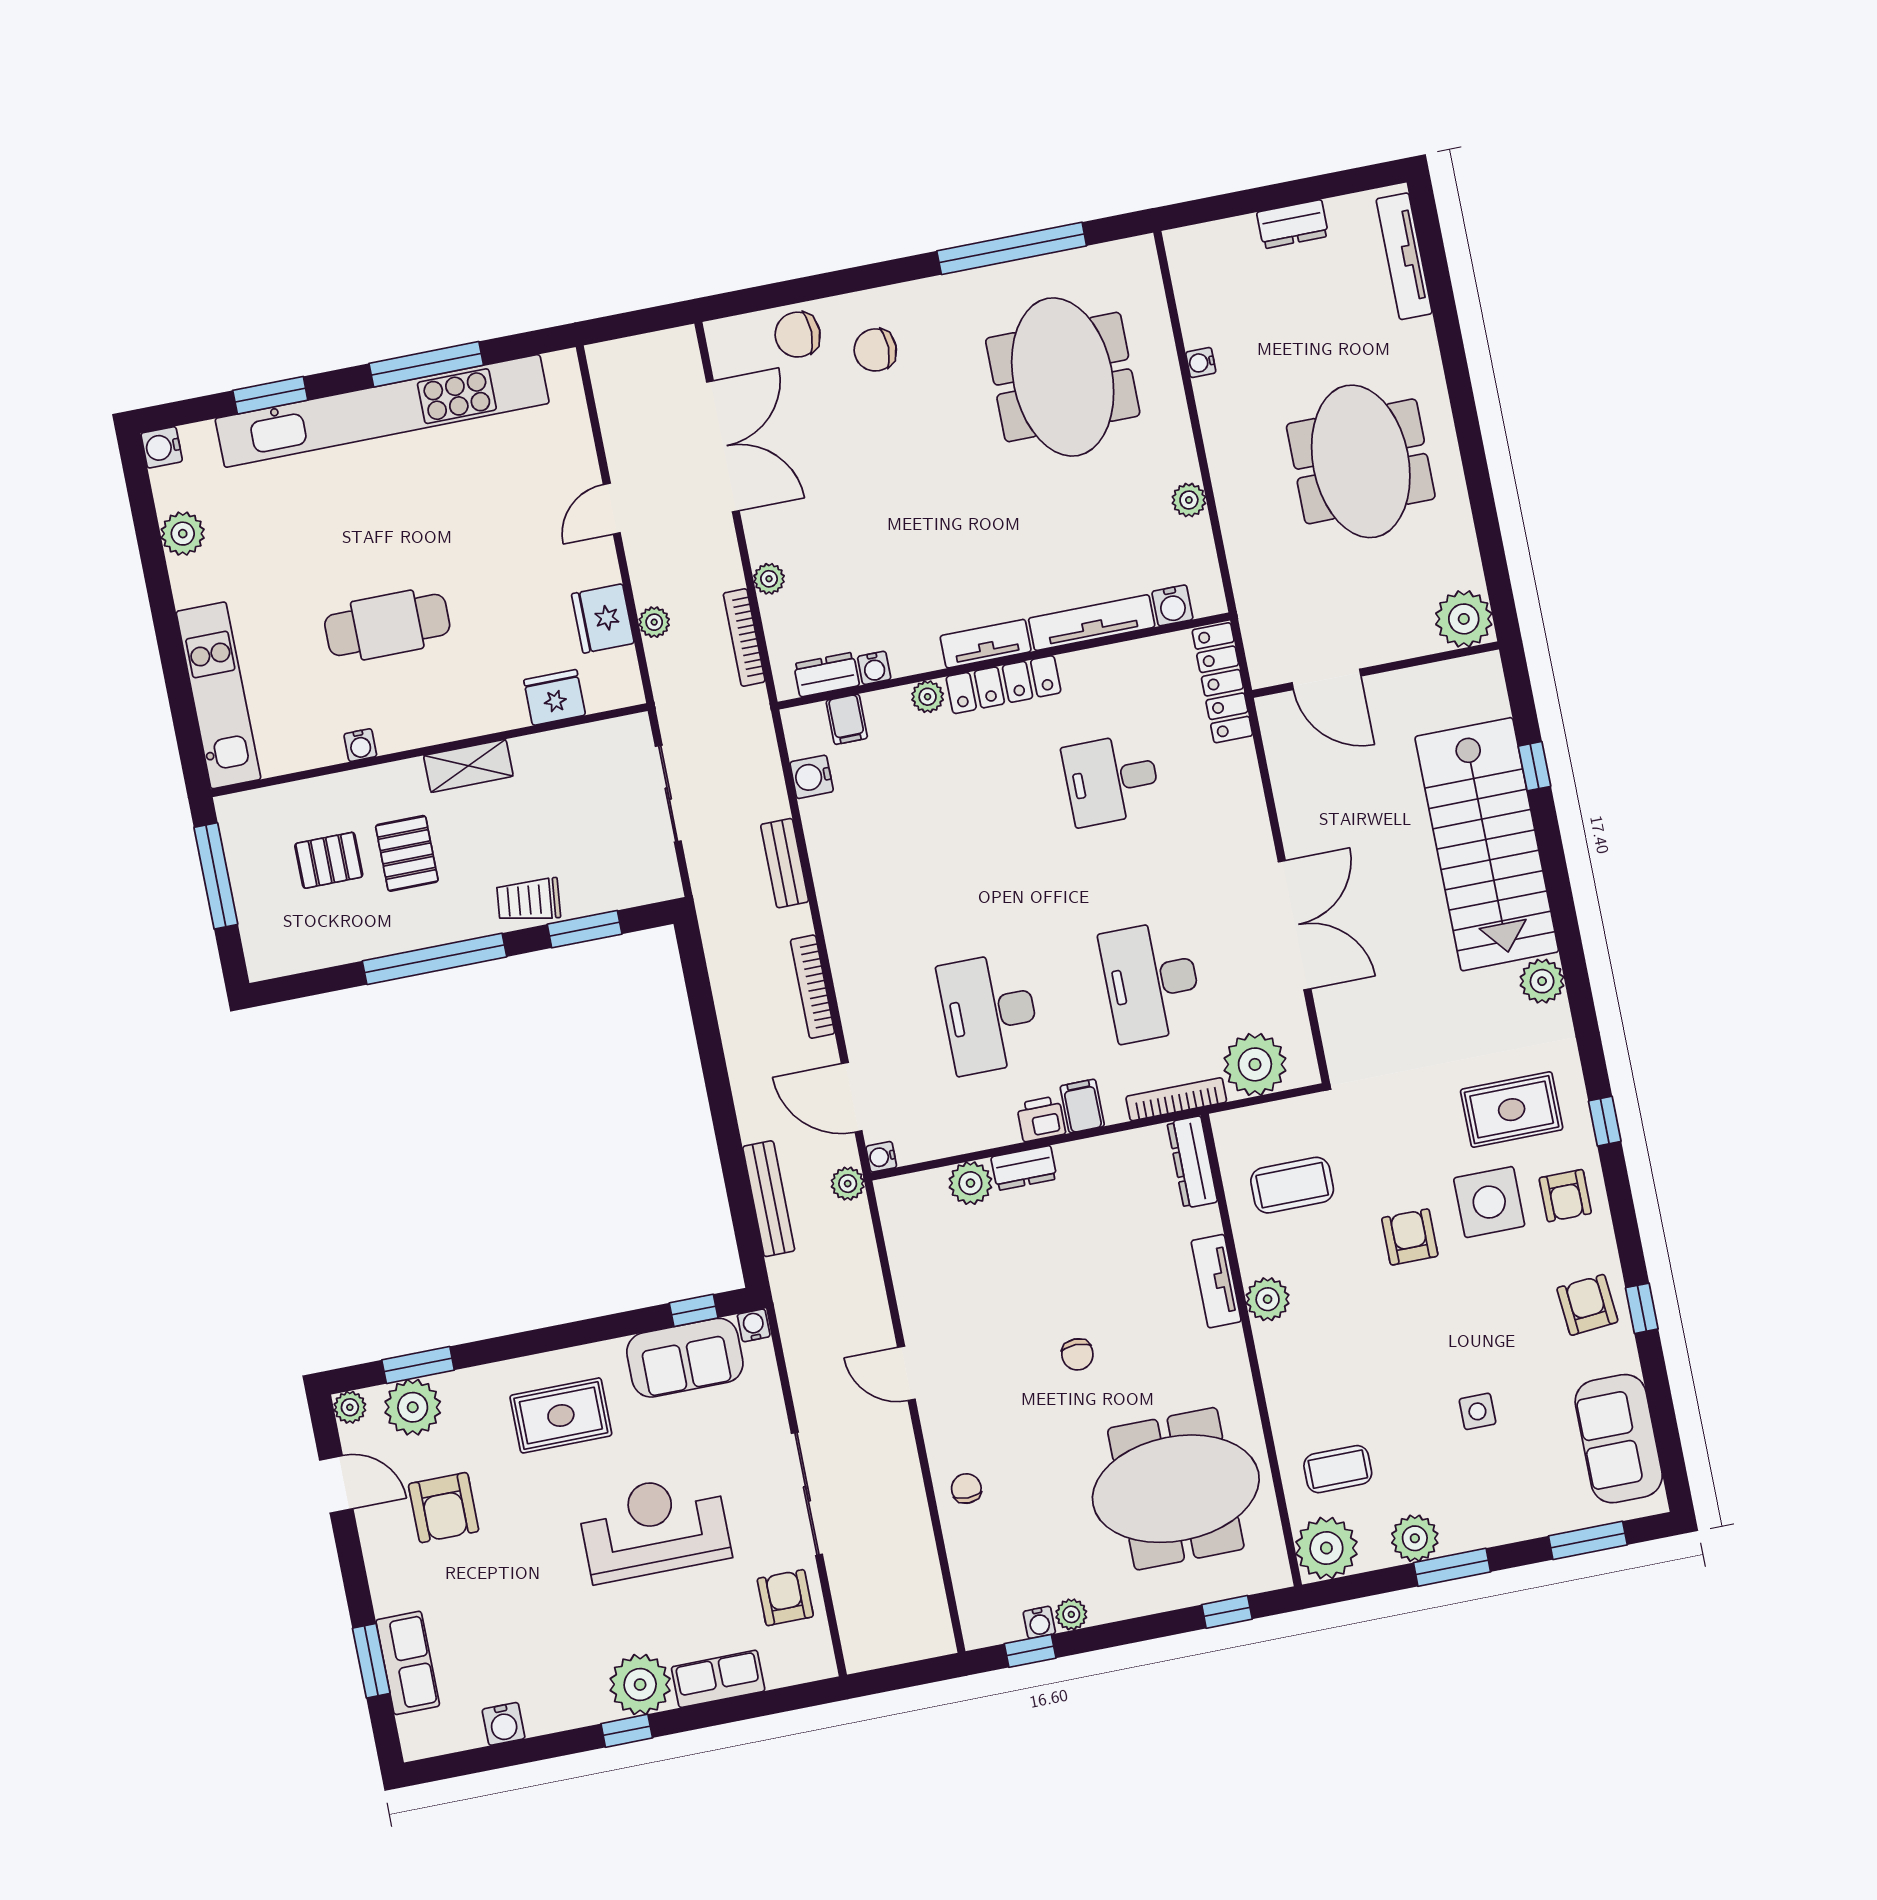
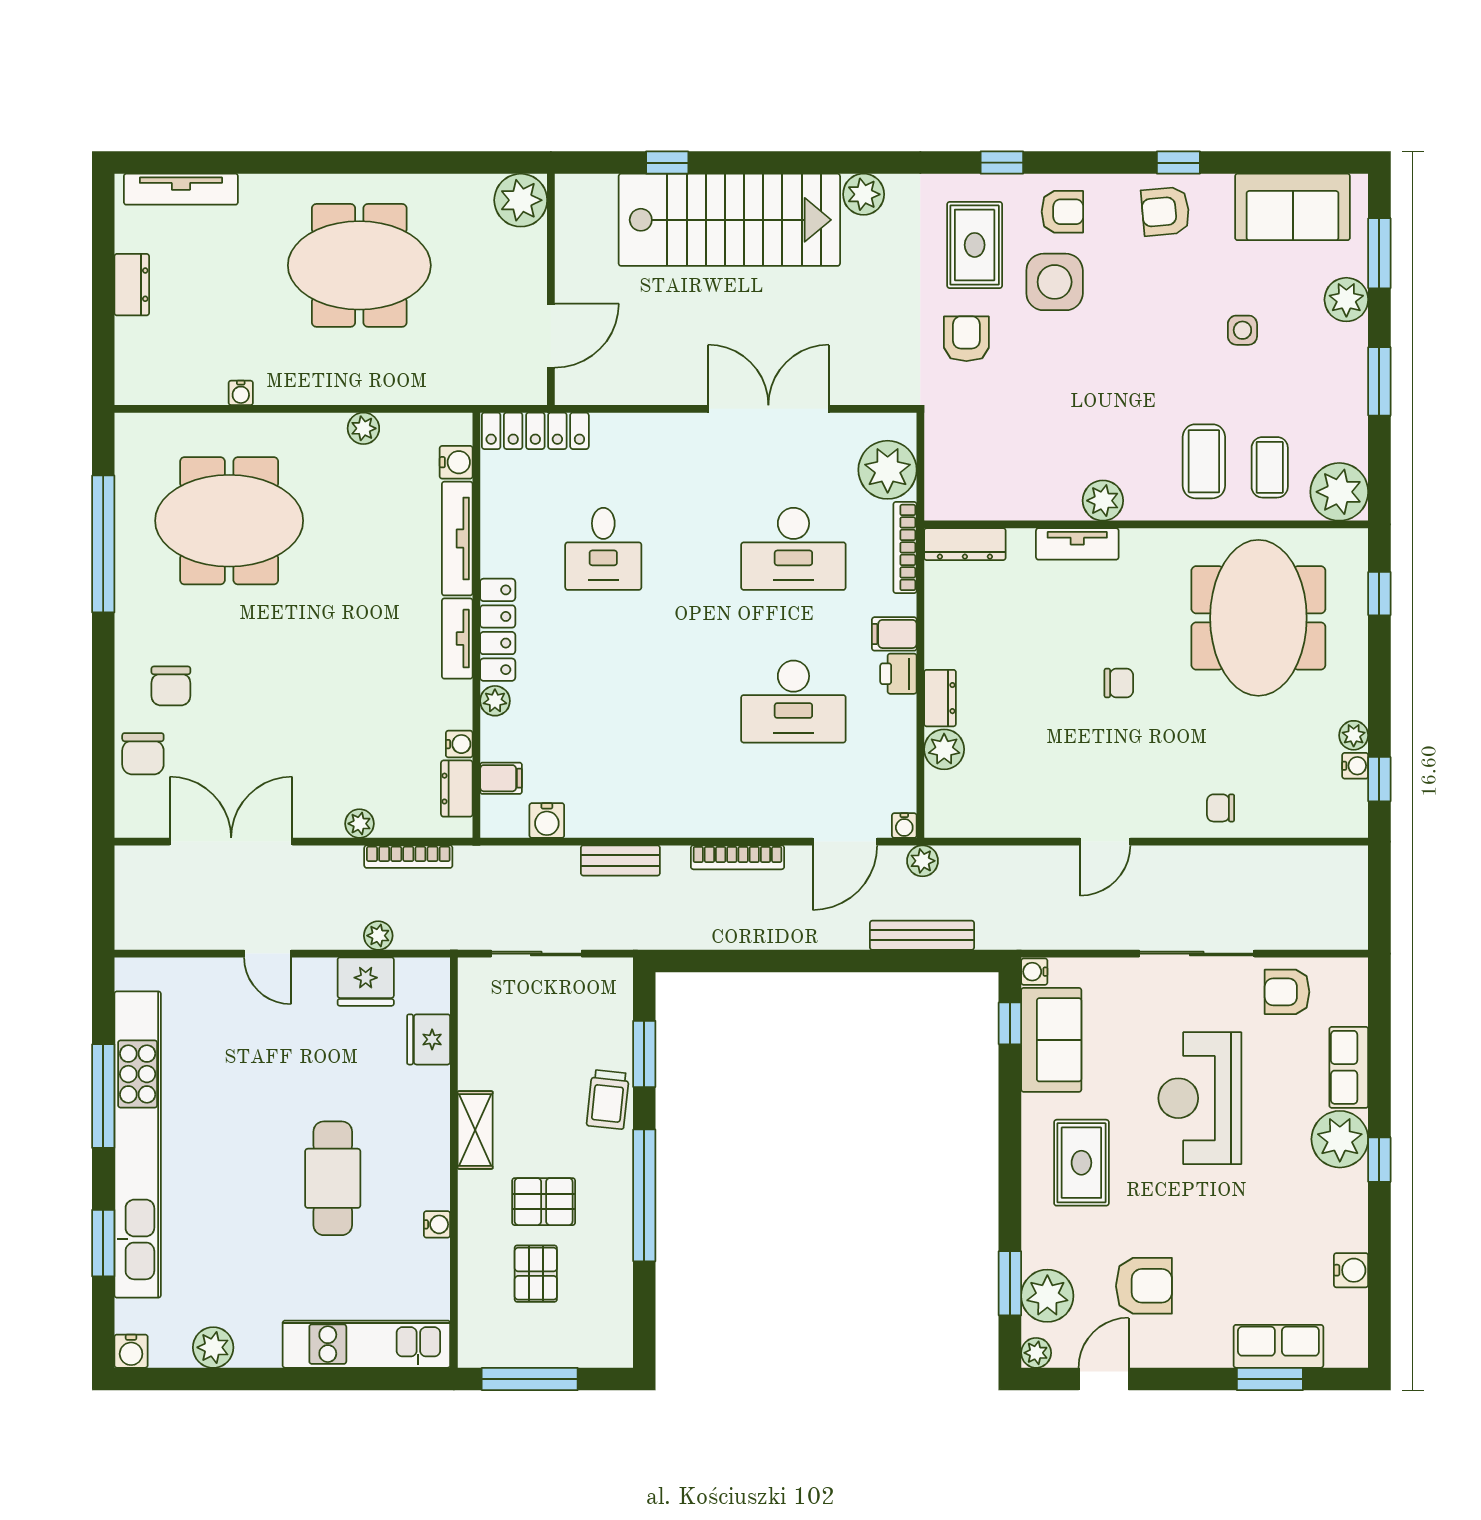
coffee table: (1292, 1185) -> (1204, 461), moved
armchair: (1410, 1237) -> (966, 339), moved, turned 90
plant: (1415, 1538) -> (1346, 300), moved

